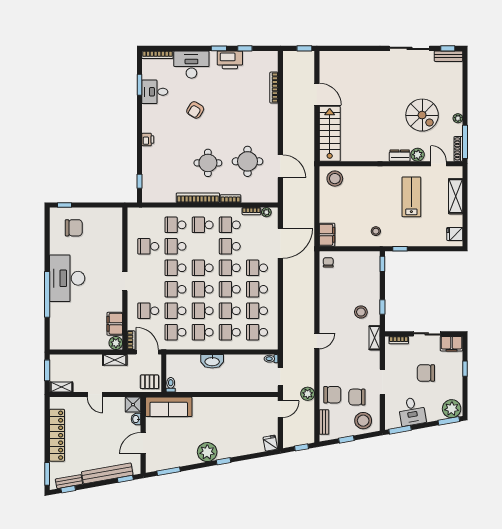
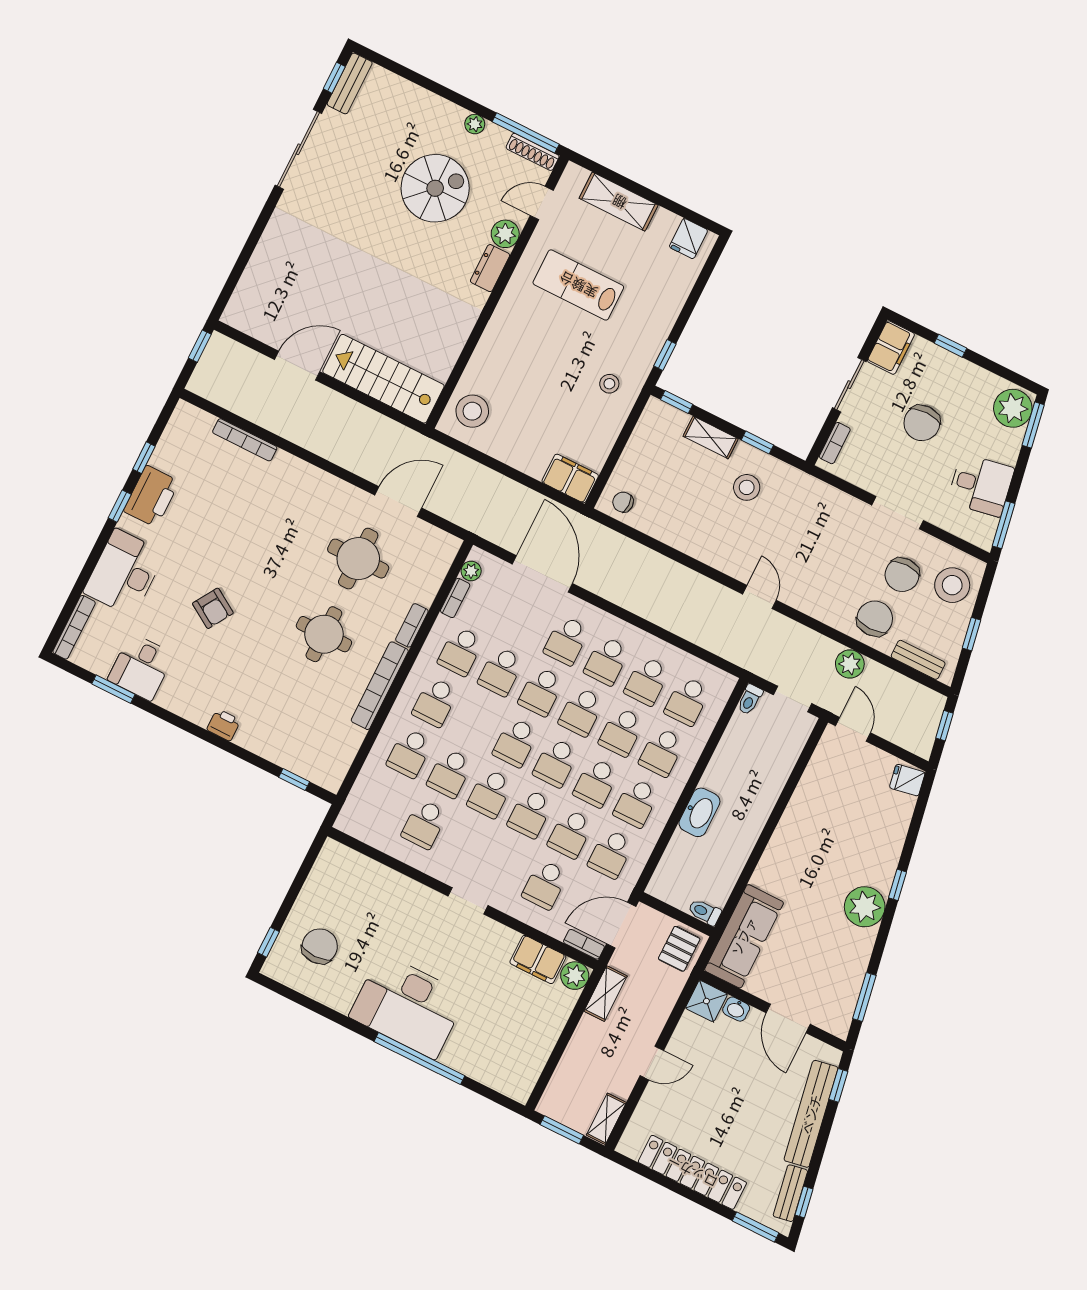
shelving: (375, 338) -> (711, 437), moved

